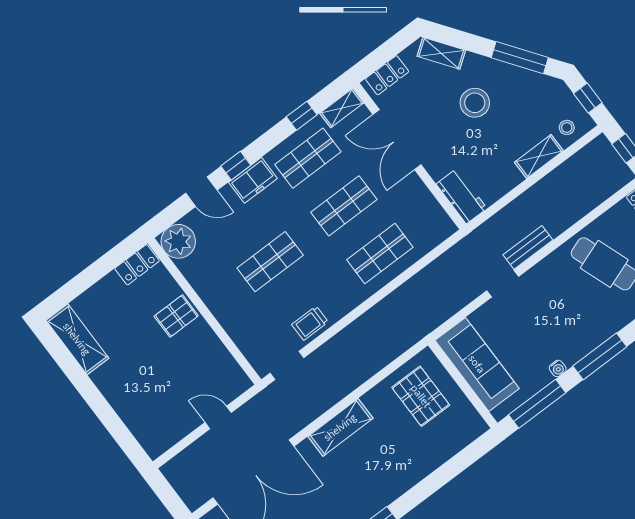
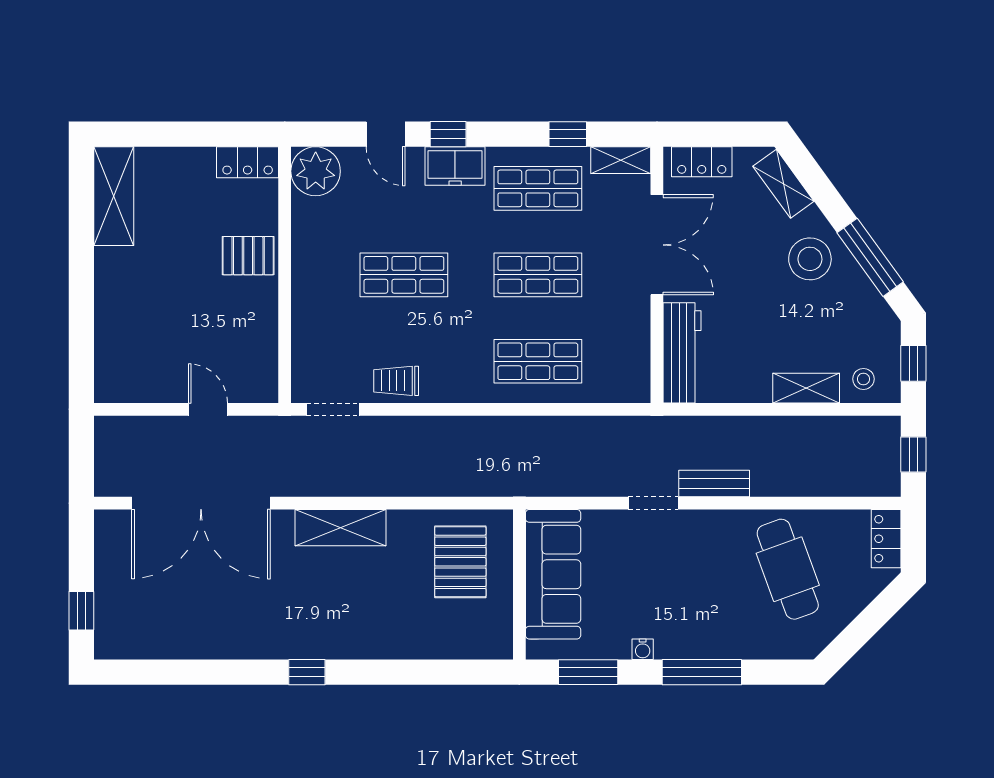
stool: (475, 103) -> (810, 259), moved
double door: (397, 140) -> (657, 245), swing flipped
workbench: (462, 196) -> (682, 353), width x1.37
window: (537, 404) -> (588, 672), width x0.69

